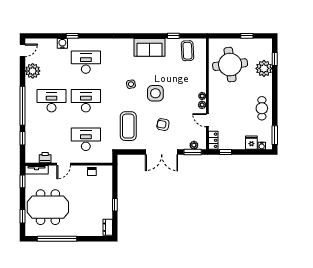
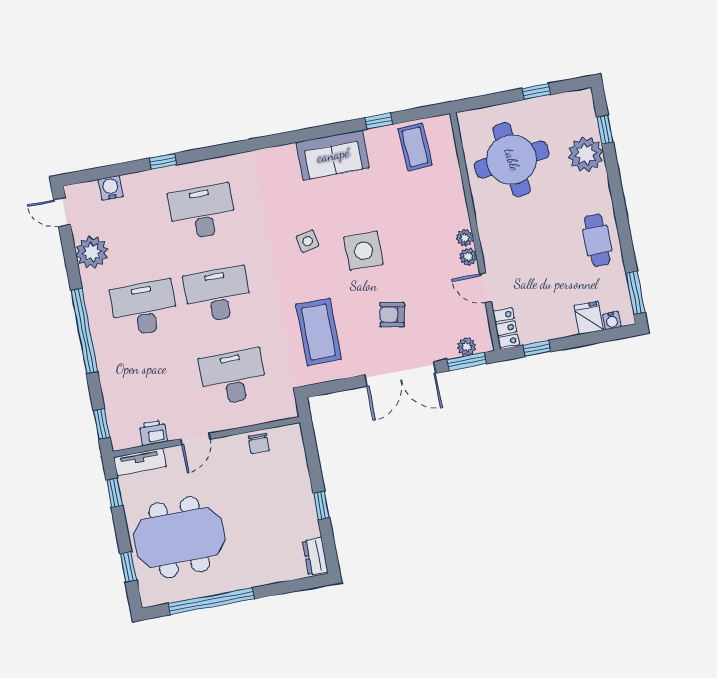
water cooler: (62, 43) -> (111, 188), moved
door: (22, 50) -> (62, 212), swing flipped
window: (22, 138) -> (102, 424), moved

